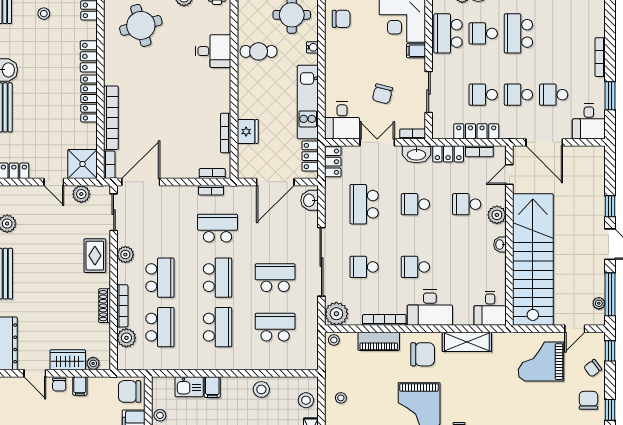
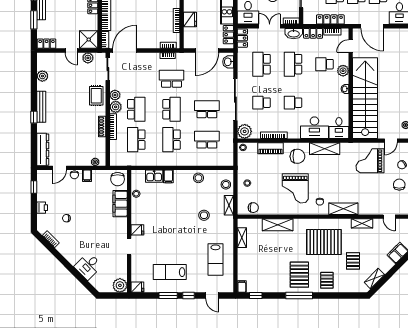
school desk: (415, 204) -> (293, 64), width x1.85
desk: (430, 308) -> (314, 128), moved
school desk: (160, 327) -> (136, 140), turned 180
school desk: (218, 327) -> (172, 140), turned 180
plant: (126, 338) -> (116, 107), moved
wardrobe: (68, 360) -> (80, 160), removed
door: (35, 373) -> (59, 168), hinge flipped
chair: (130, 391) -> (118, 179), turned -90

